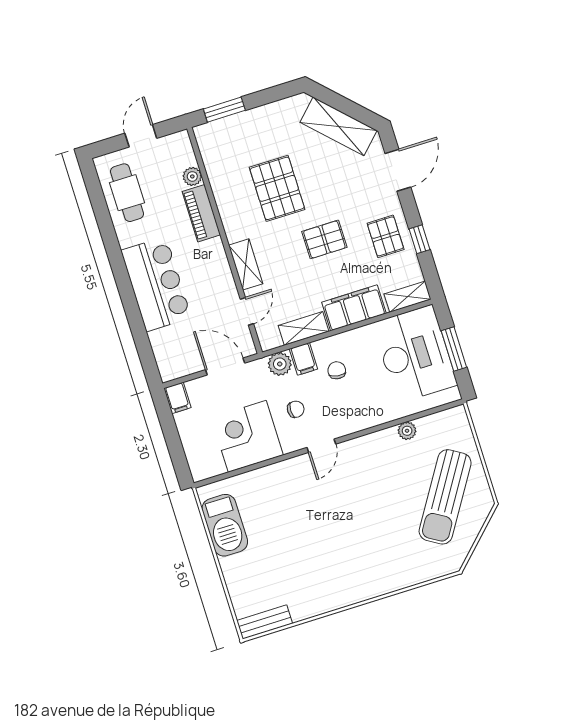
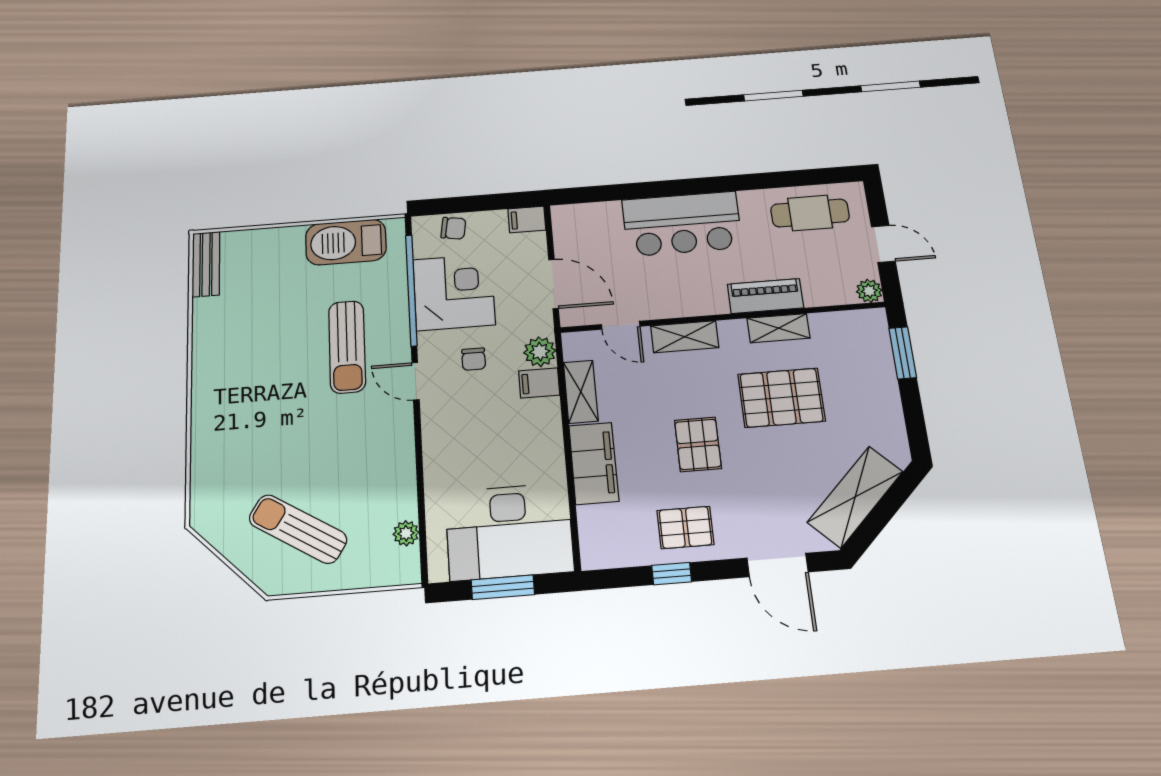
plant: (192, 176) -> (869, 291), moved
shelving: (408, 297) -> (778, 328), moved, turned 90
door: (225, 366) -> (554, 284), hinge flipped
chair: (337, 370) -> (453, 228), moved
plant: (407, 431) -> (406, 533), moved
window: (252, 467) -> (411, 290), added
sun lounger: (445, 497) -> (298, 529), width x0.73, depth x0.75
sun lounger: (306, 501) -> (347, 347), added

